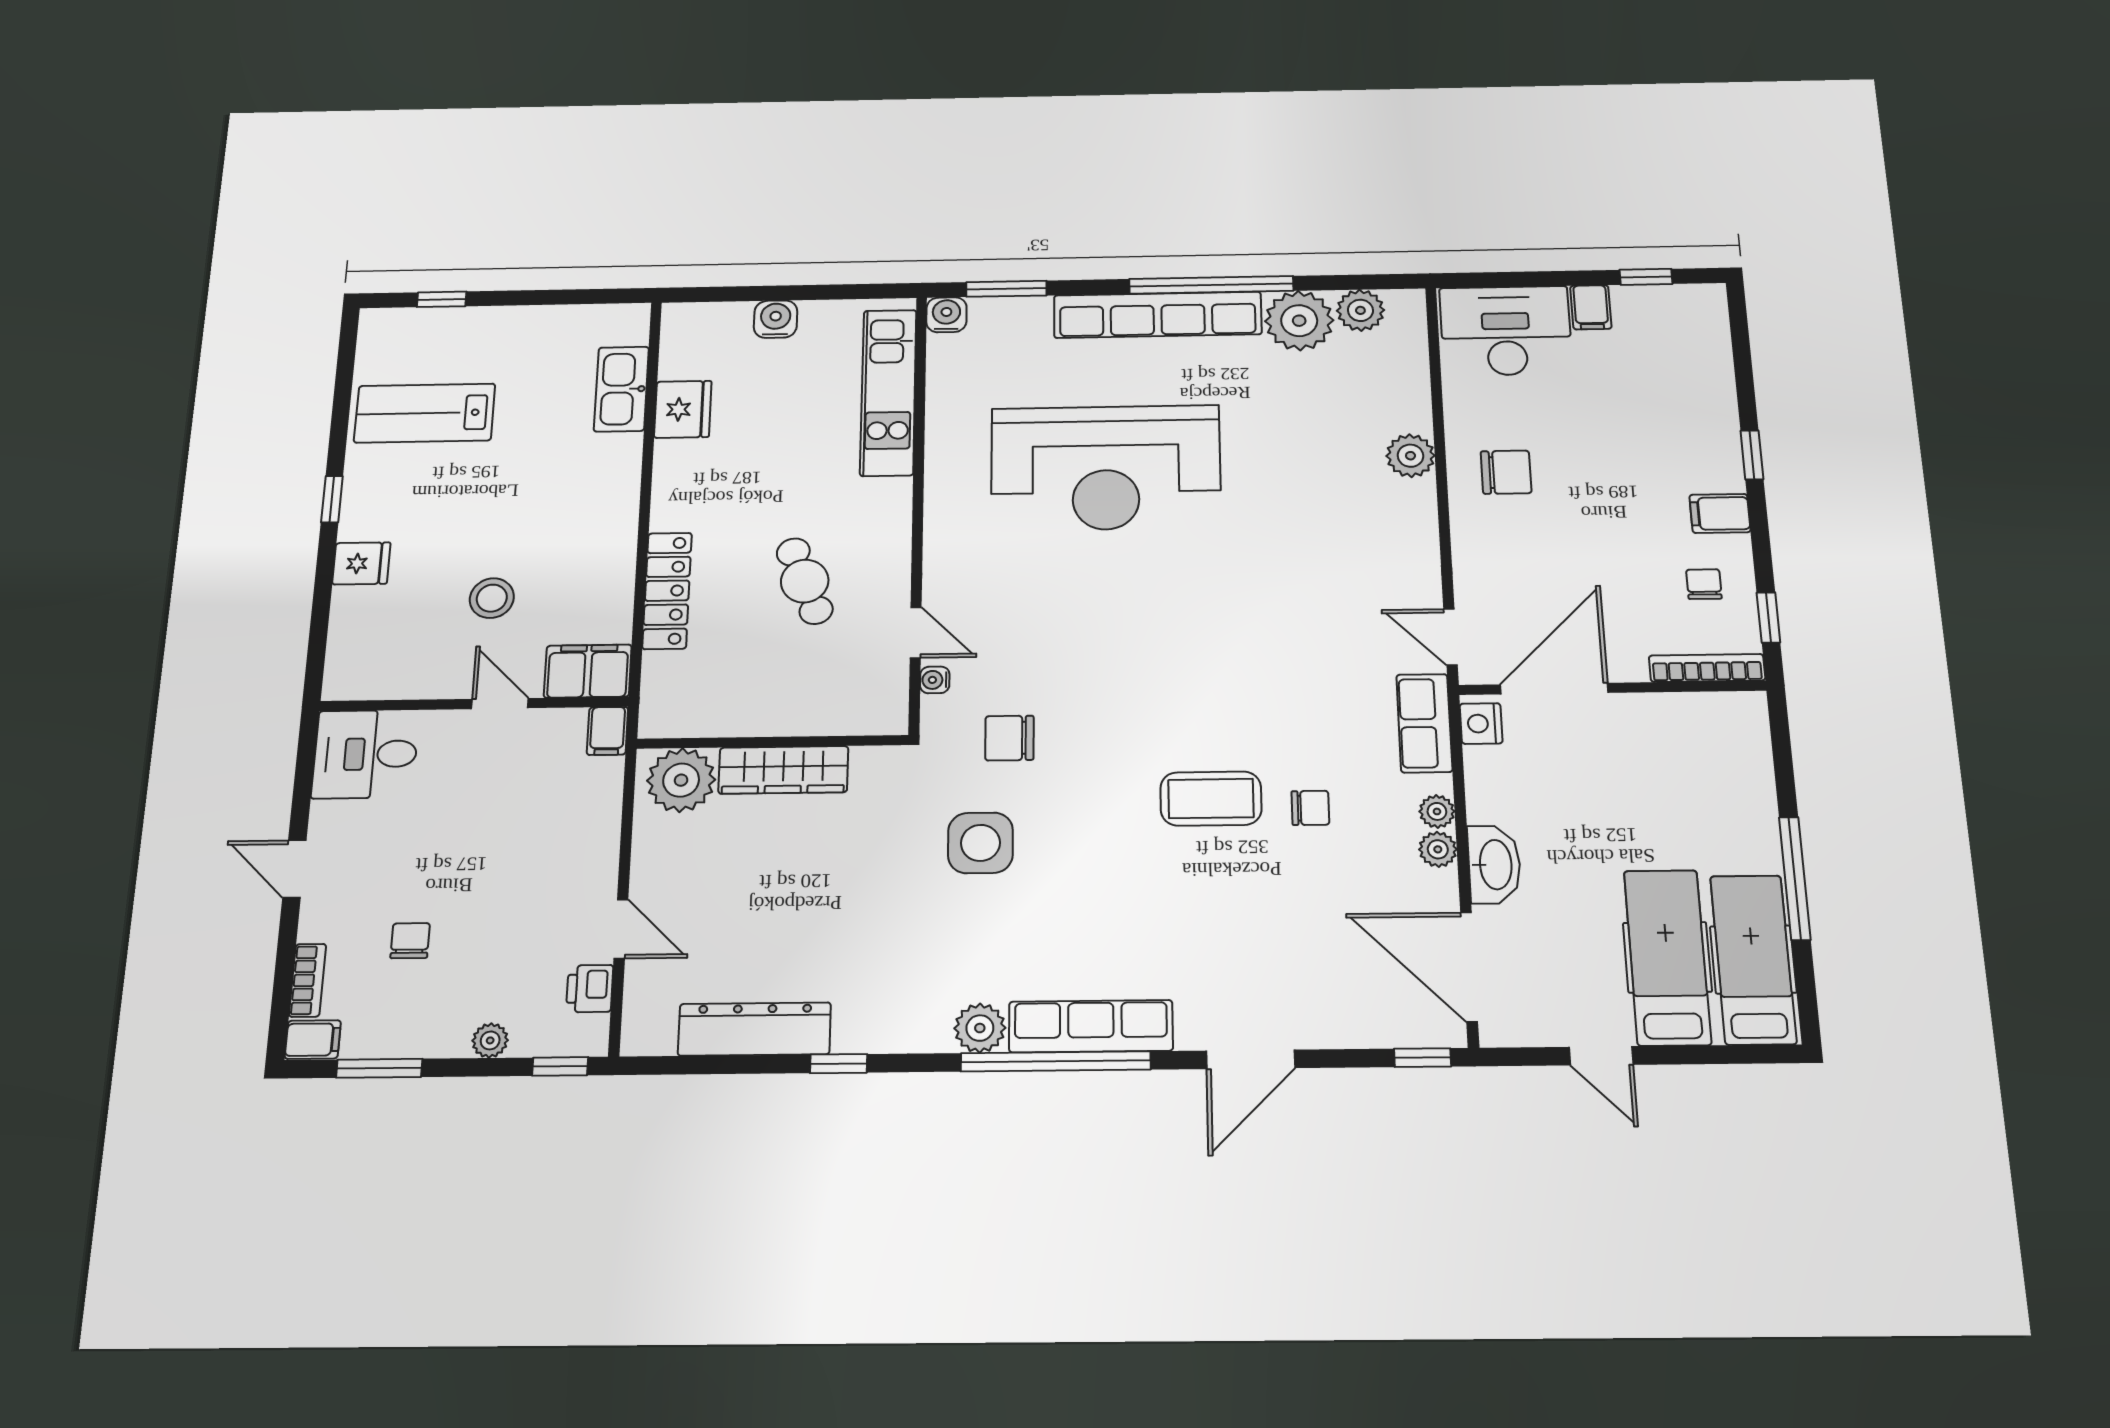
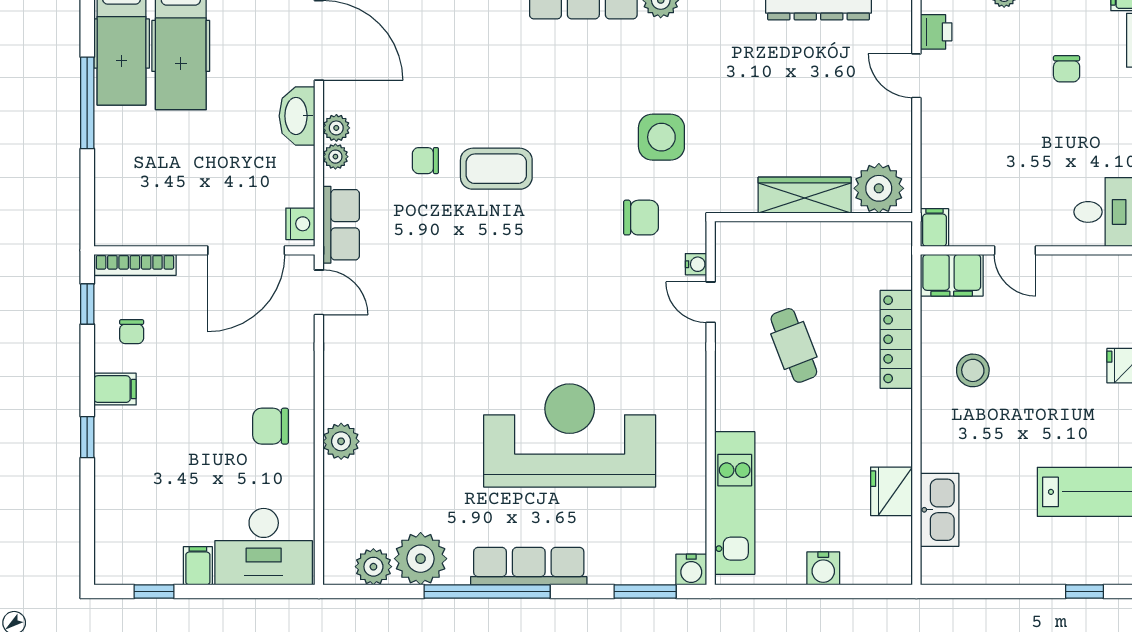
row of seats: (1158, 315) -> (529, 566), width x0.73
stool: (492, 598) -> (973, 370), moved

